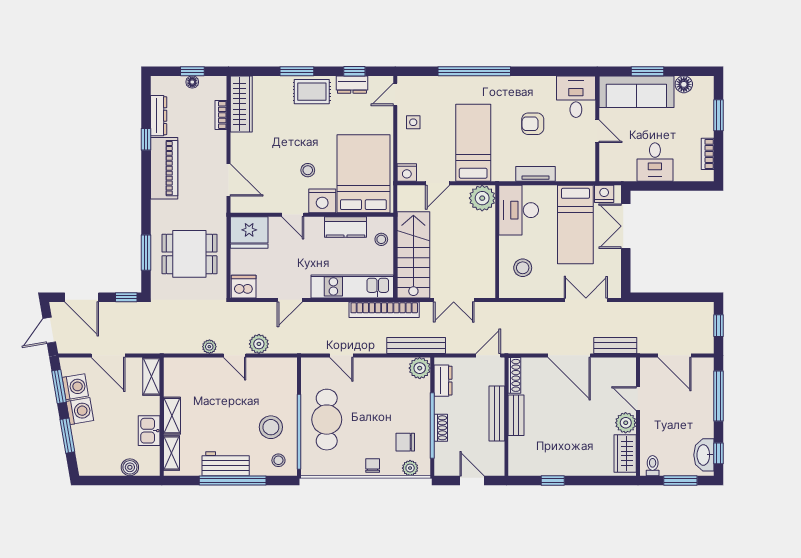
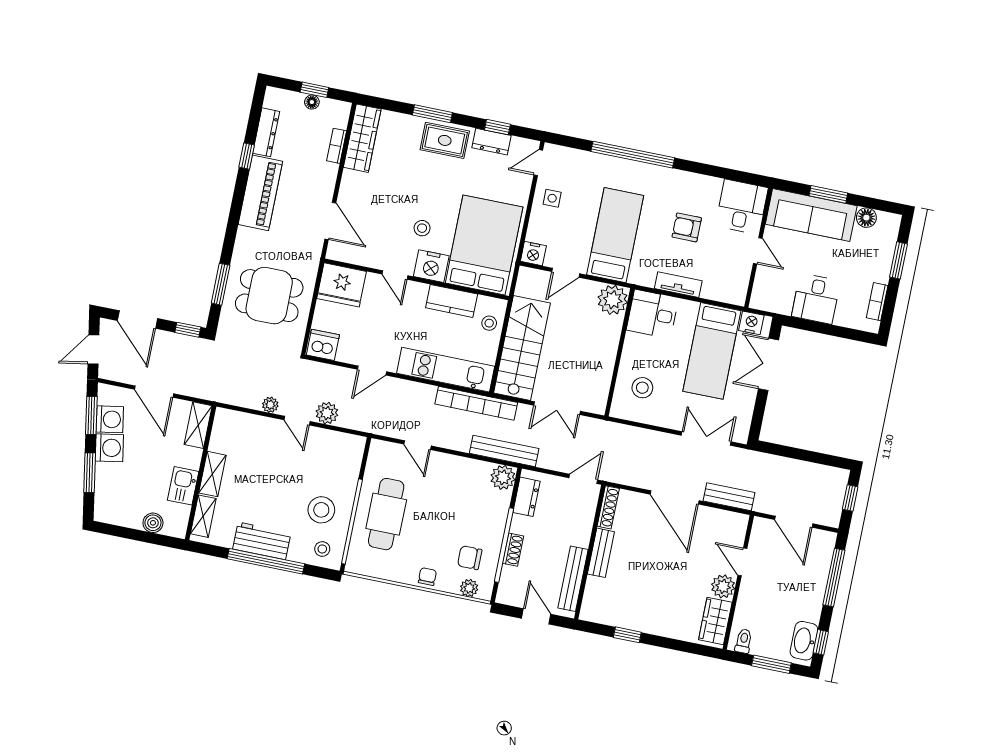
desk: (519, 210) -> (653, 314), width x0.73
bench: (497, 414) -> (573, 579), moved

